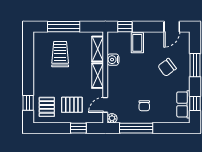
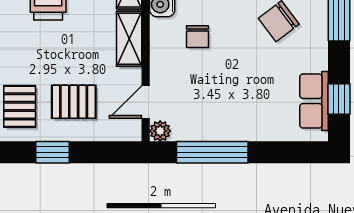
chair: (144, 106) -> (198, 37), moved
window: (78, 128) -> (52, 152), moved

